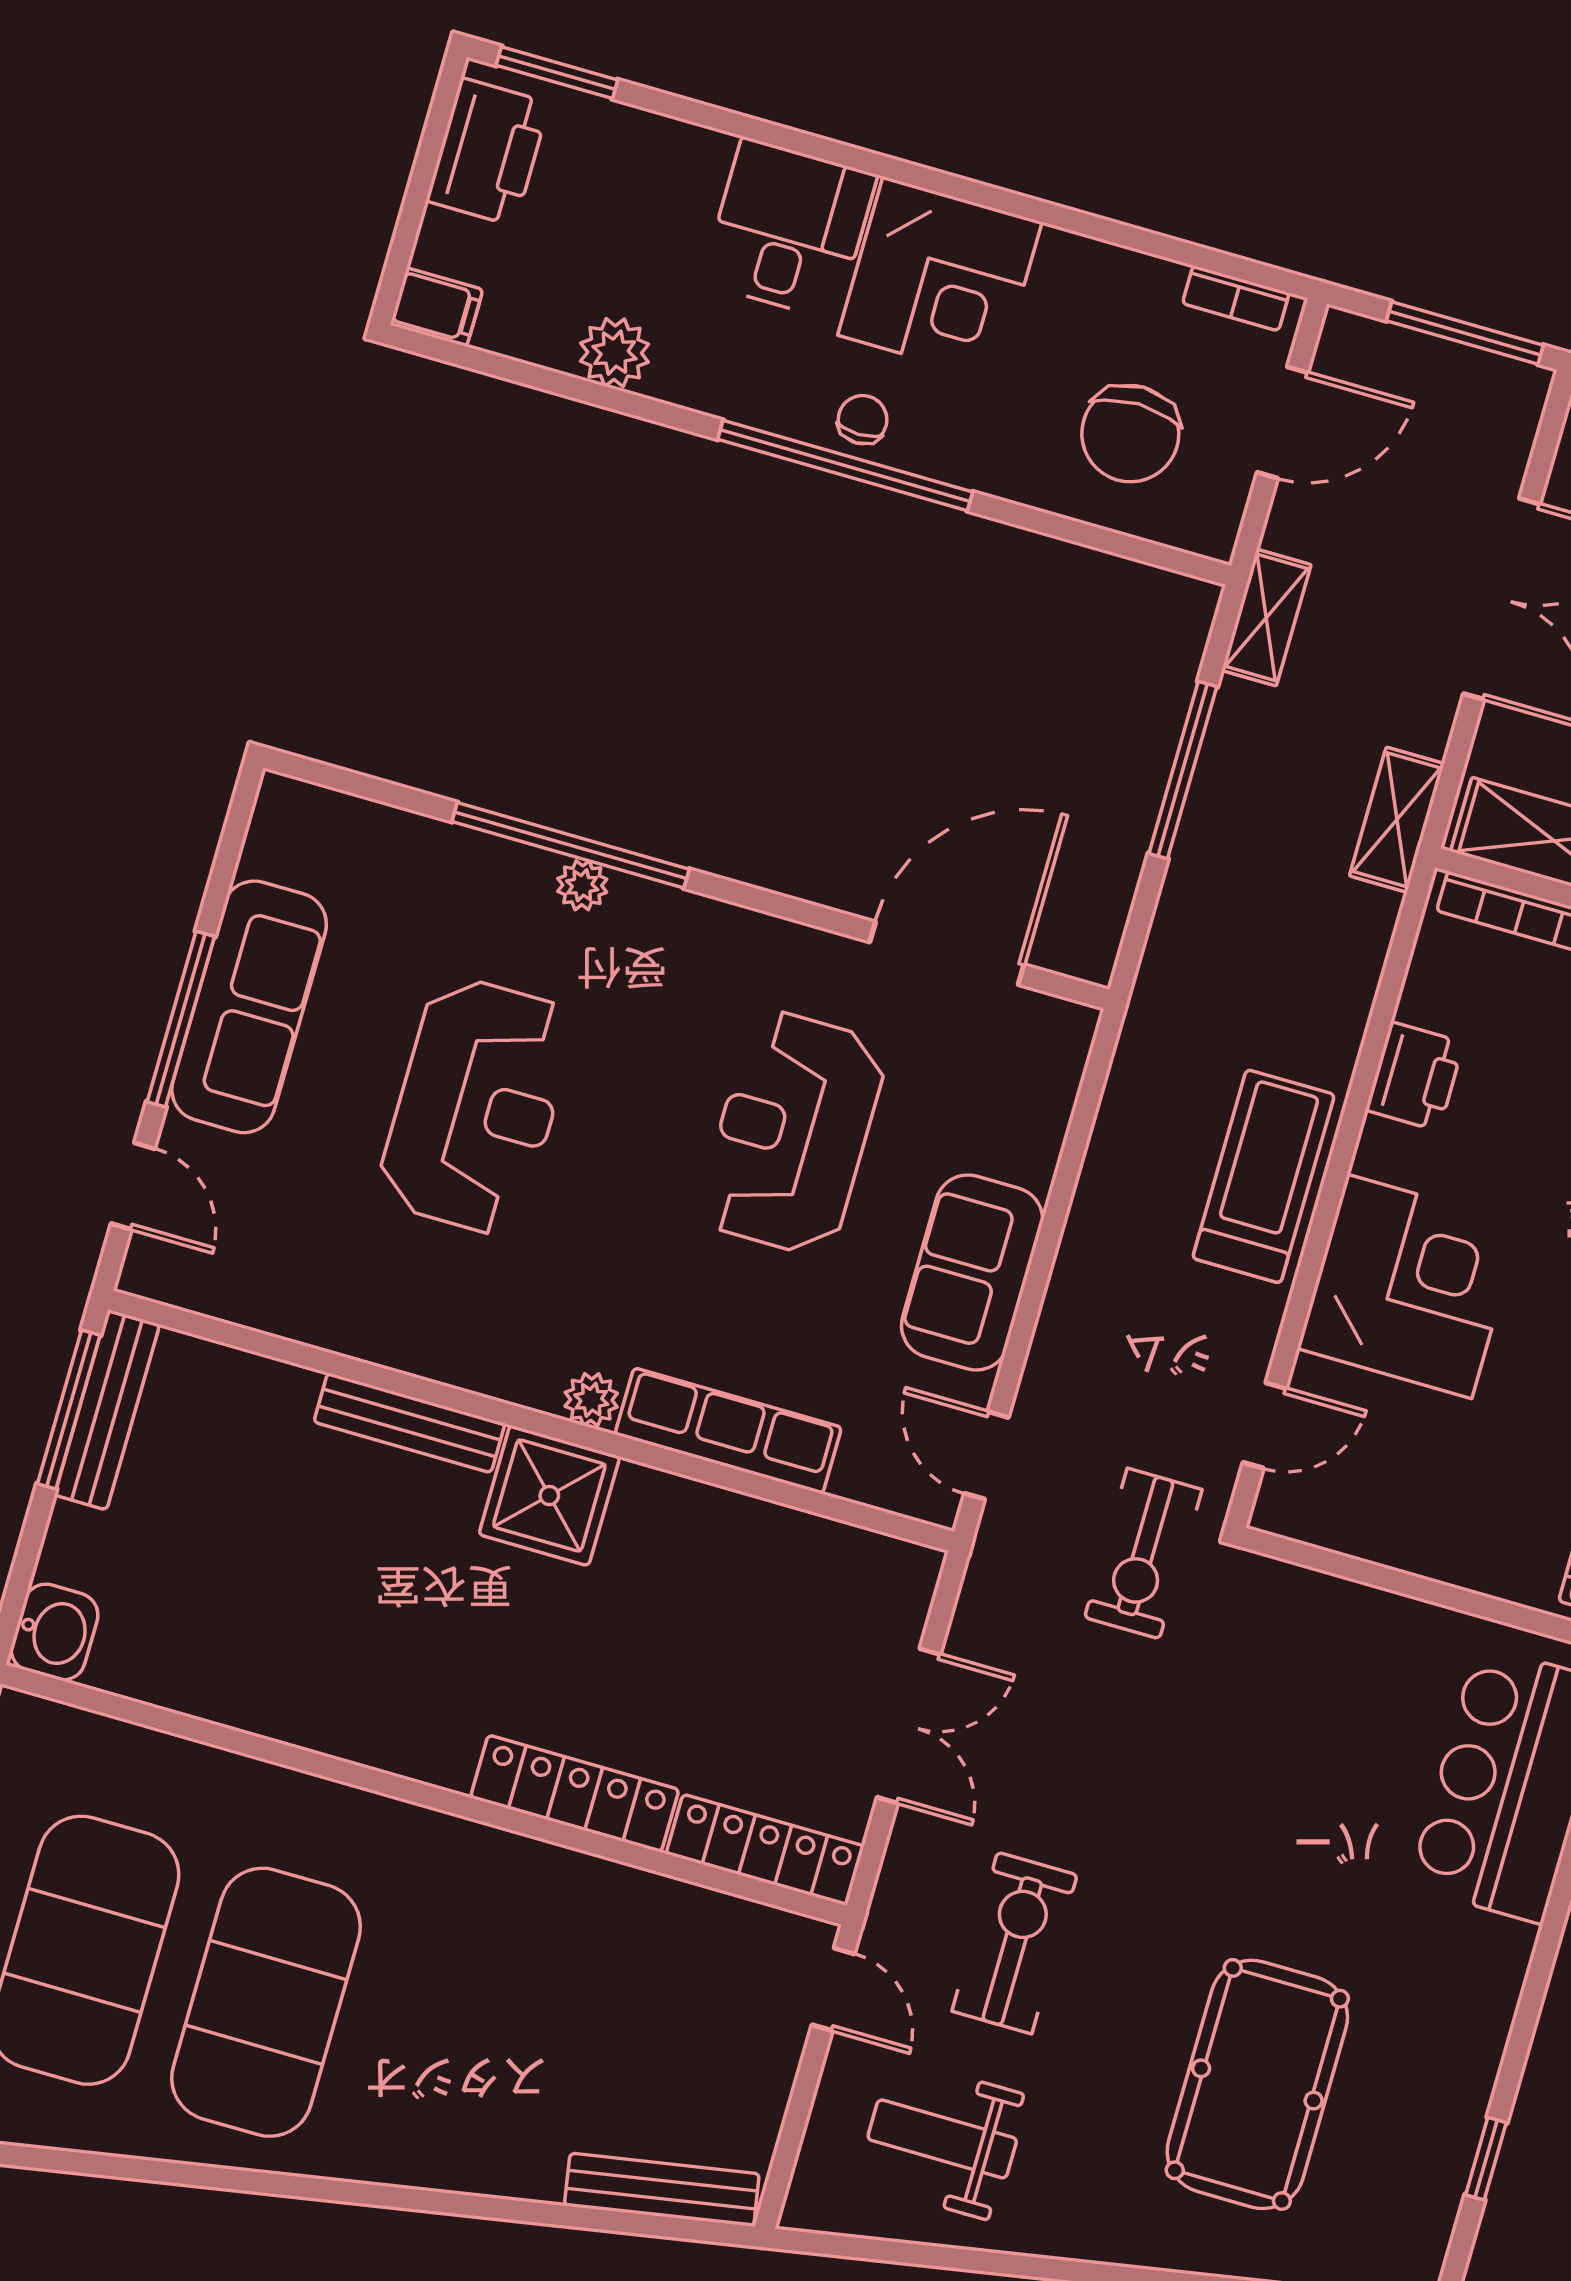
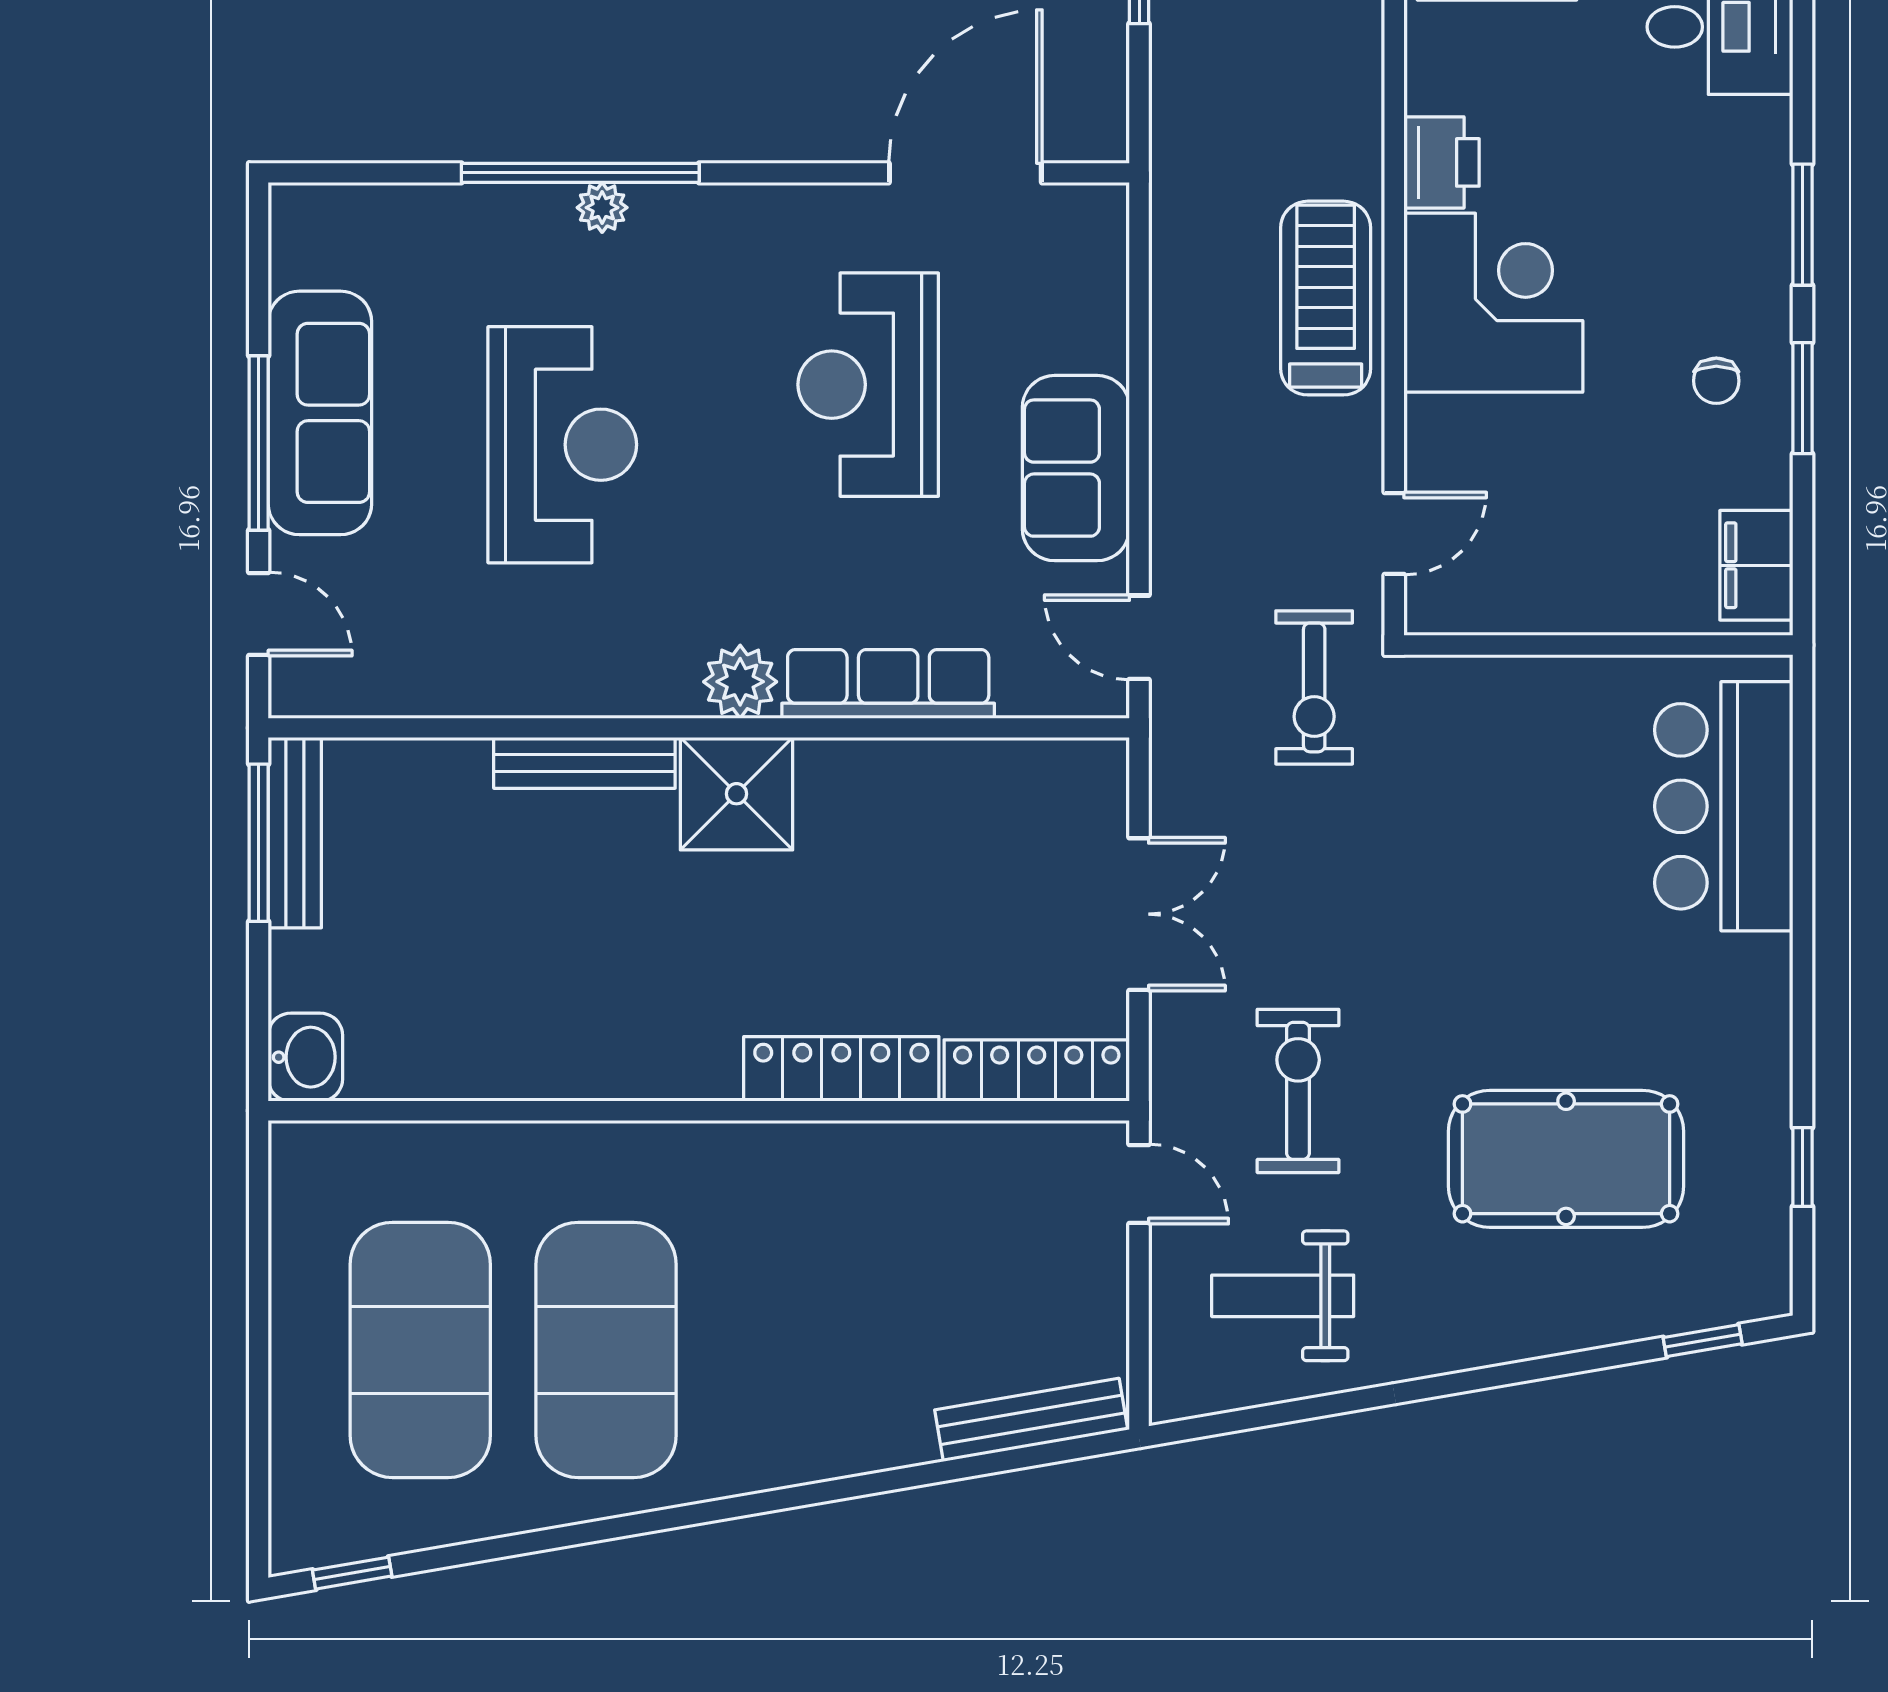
corner desk: (1409, 1286) -> (1493, 303), moved
plant: (591, 1400) -> (740, 682), width x1.38, depth x1.38
pool table: (1257, 2084) -> (1566, 1159), turned 90

